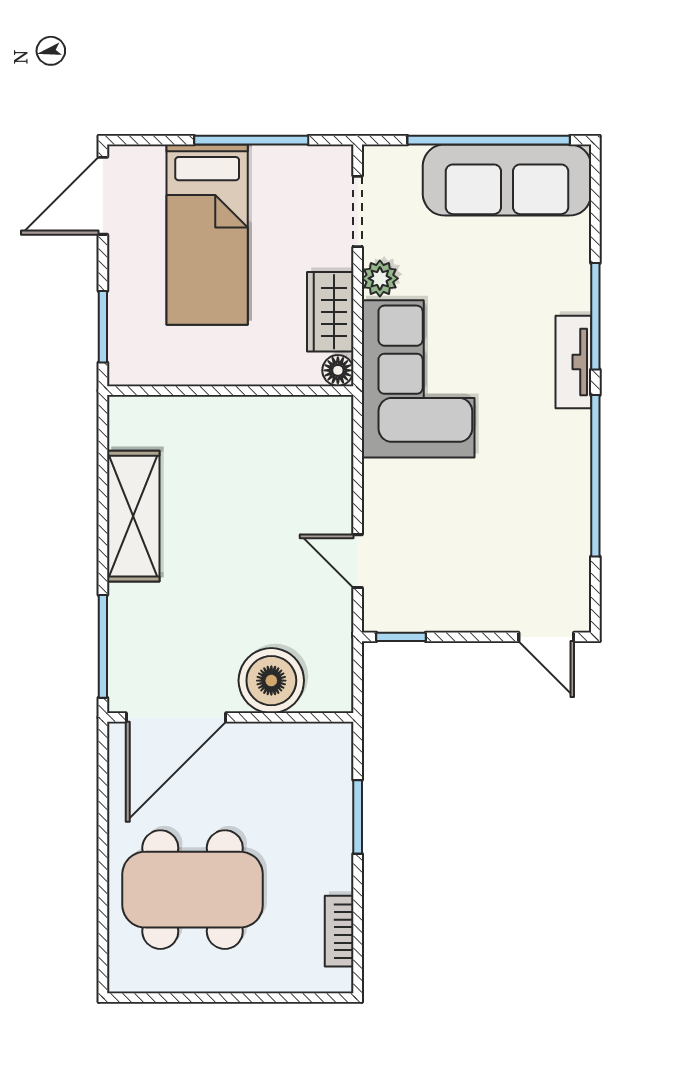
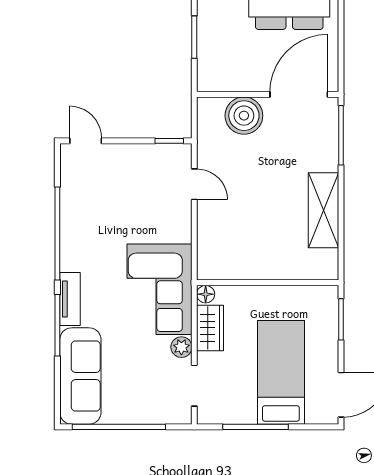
sofa: (507, 180) -> (80, 376), moved, turned 90

